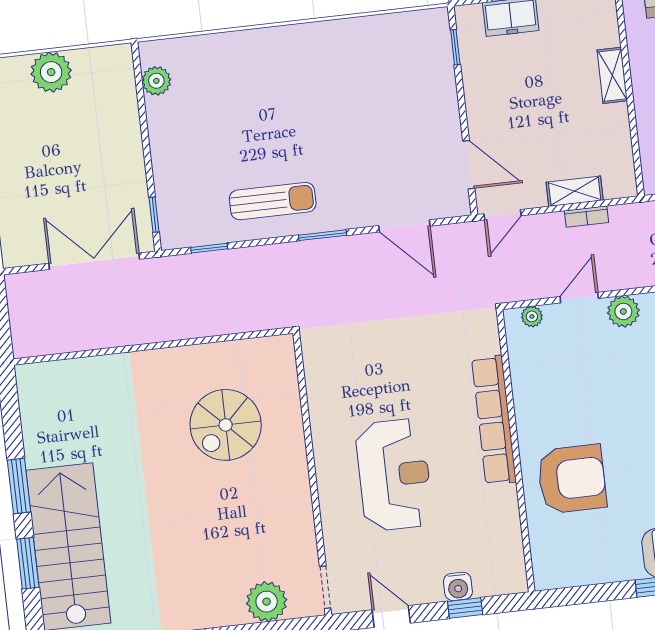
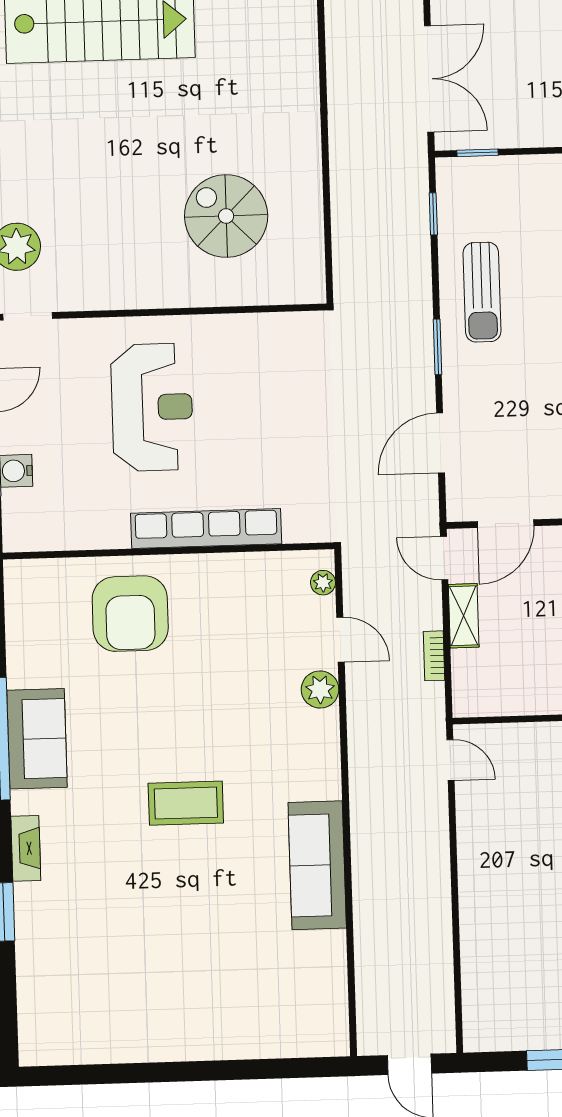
shelving: (575, 191) -> (464, 616), moved
reception desk: (394, 475) -> (152, 407), turned -90

